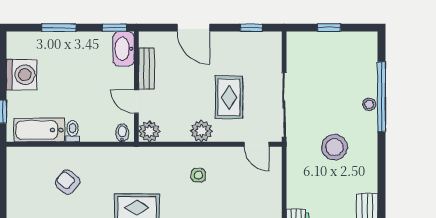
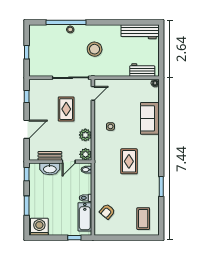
washbasin: (124, 49) -> (50, 169), moved
washing machine: (22, 75) -> (39, 227), moved
rug: (229, 97) -> (66, 109), turned 90
plant: (201, 131) -> (85, 135), moved
armchair: (68, 182) -> (107, 211), moved

